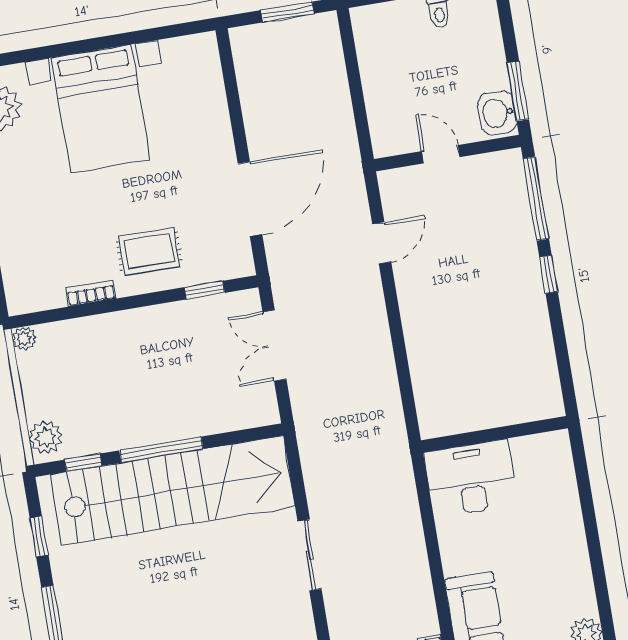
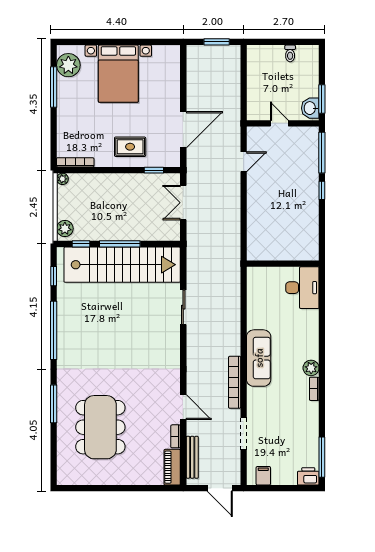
bookcase: (91, 293) -> (75, 162), moved, width x1.56
desk: (471, 479) -> (302, 288), moved, turned 90

